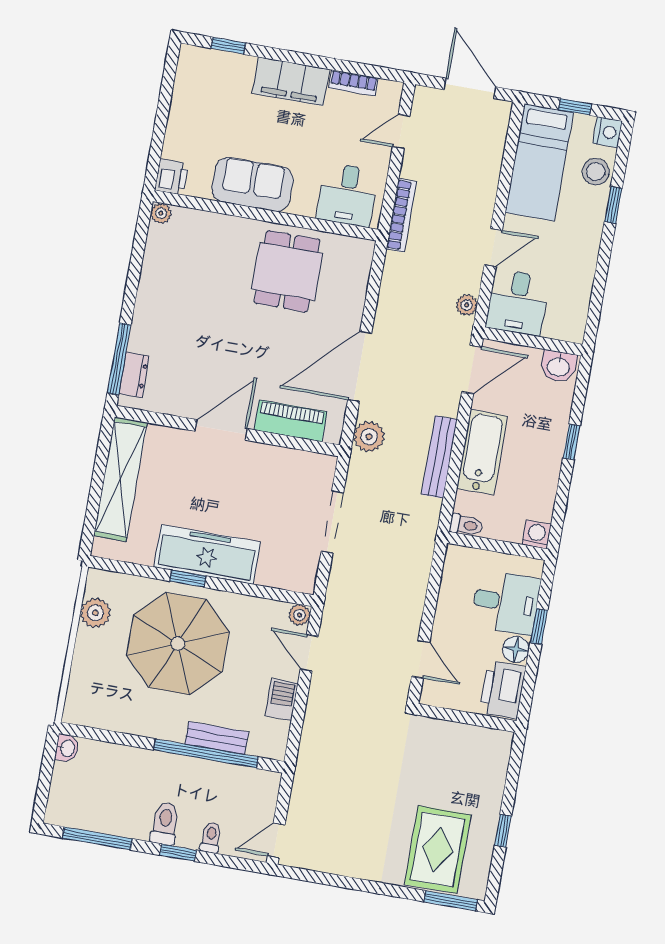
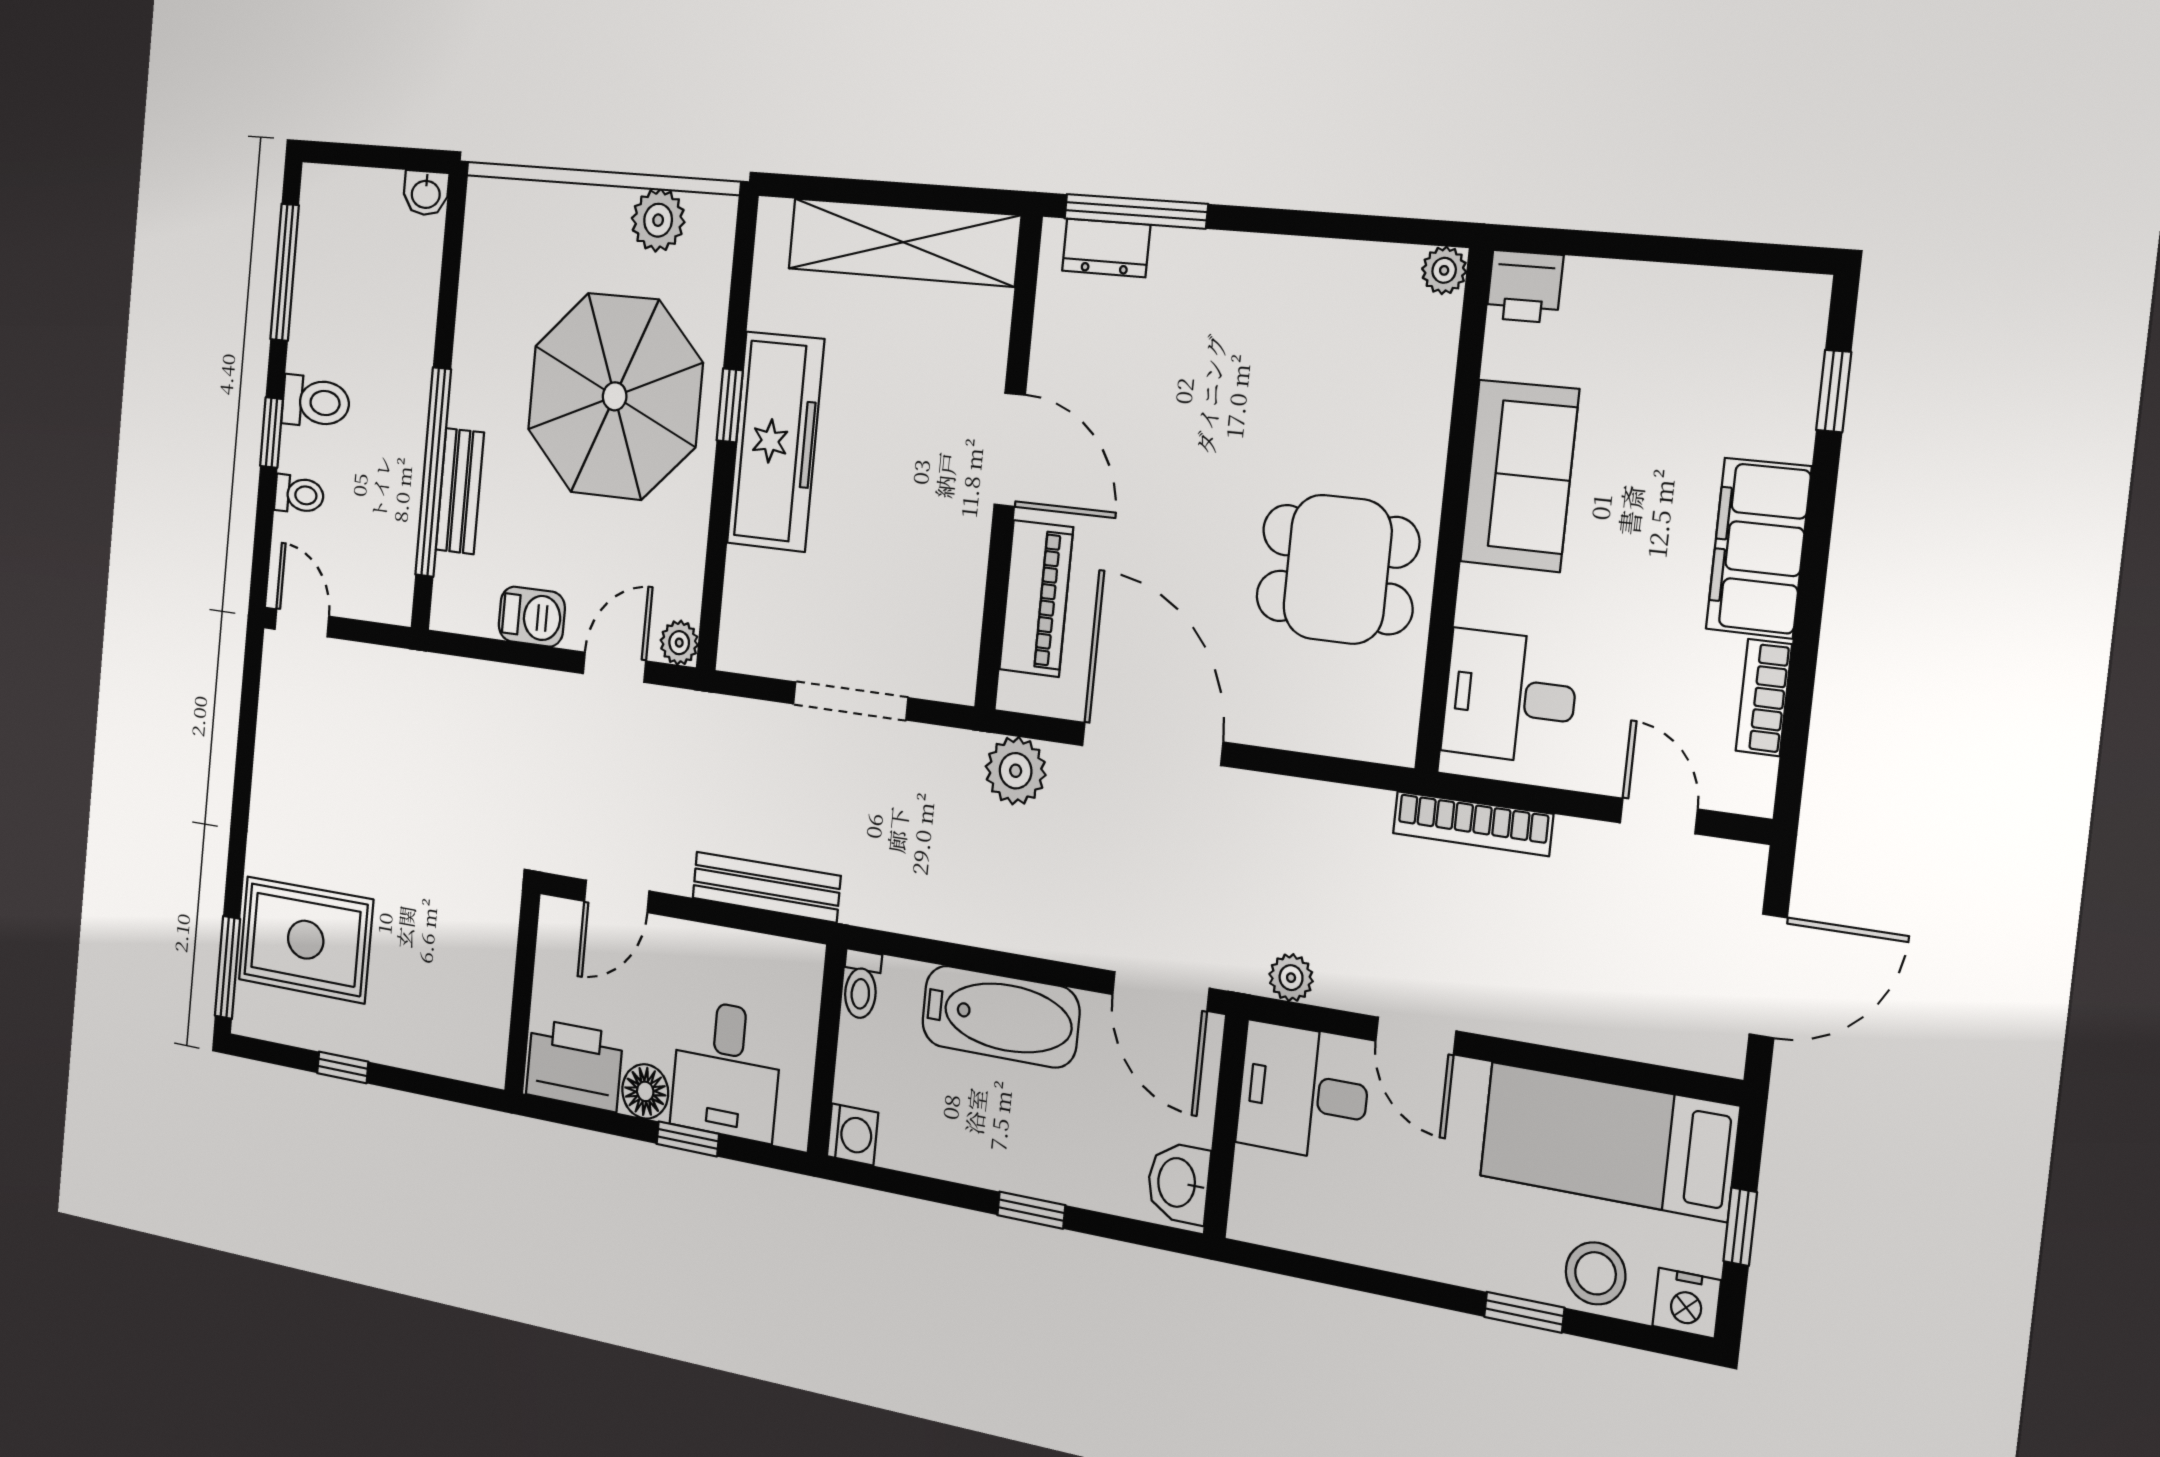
bench: (439, 457) -> (766, 887), moved

